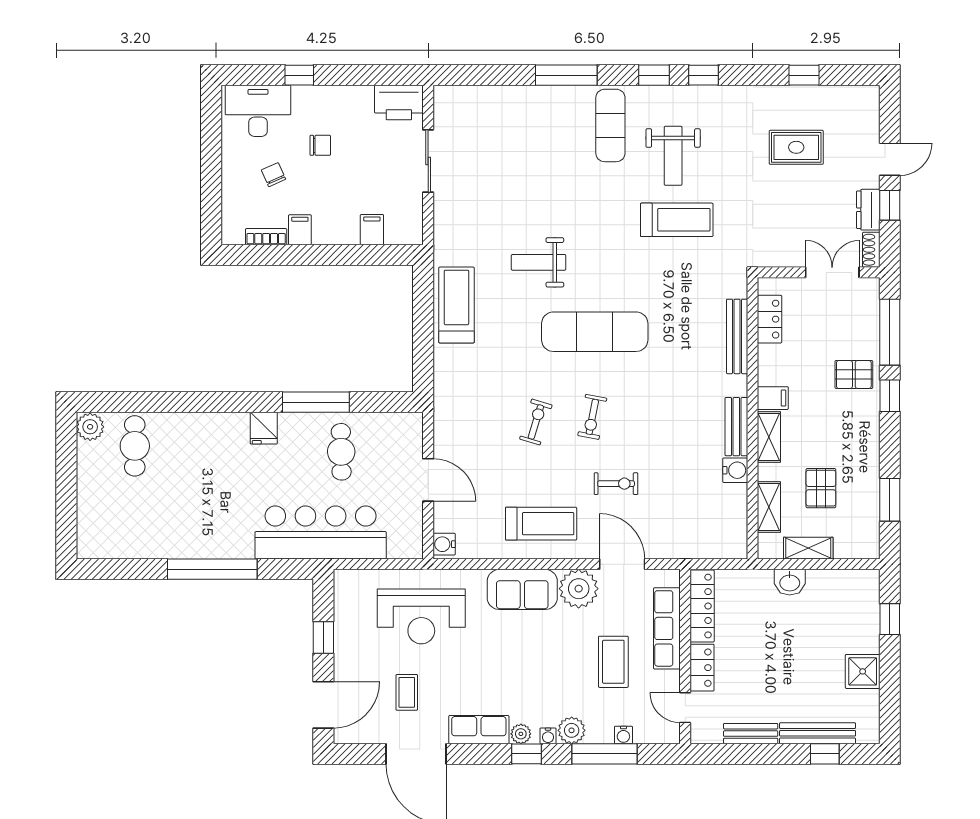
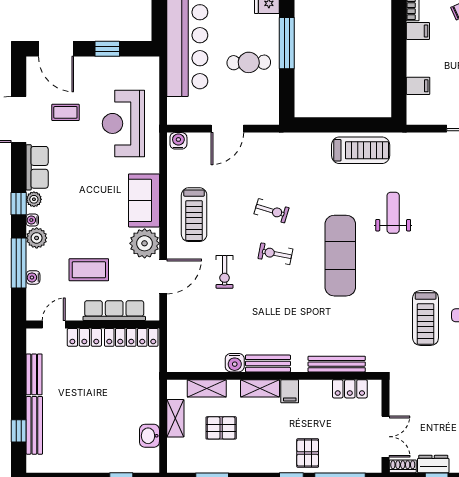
washbasin: (790, 582) -> (149, 436), moved
shower: (863, 671) -> (81, 460), removed

